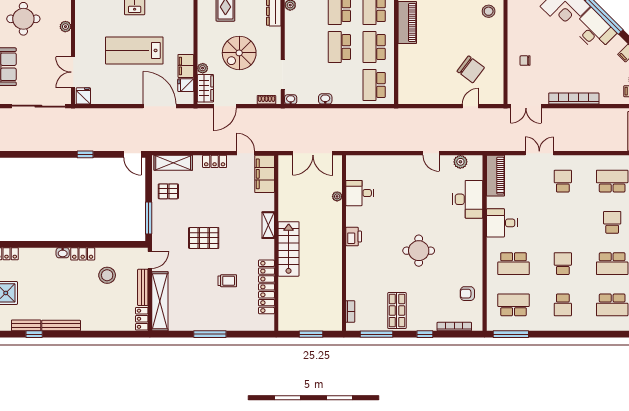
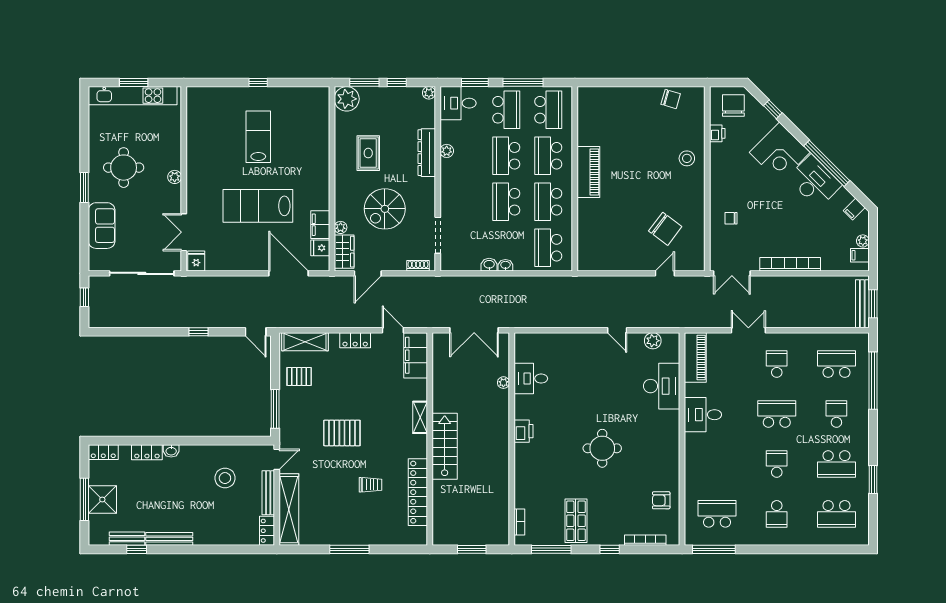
washbasin: (291, 99) -> (505, 265), moved
locker: (83, 254) -> (147, 452), moved
school desk: (513, 264) -> (777, 414), moved, turned 180

